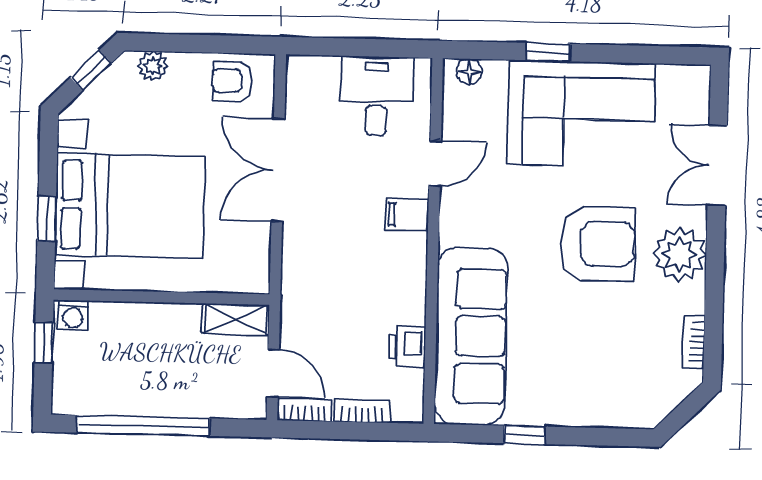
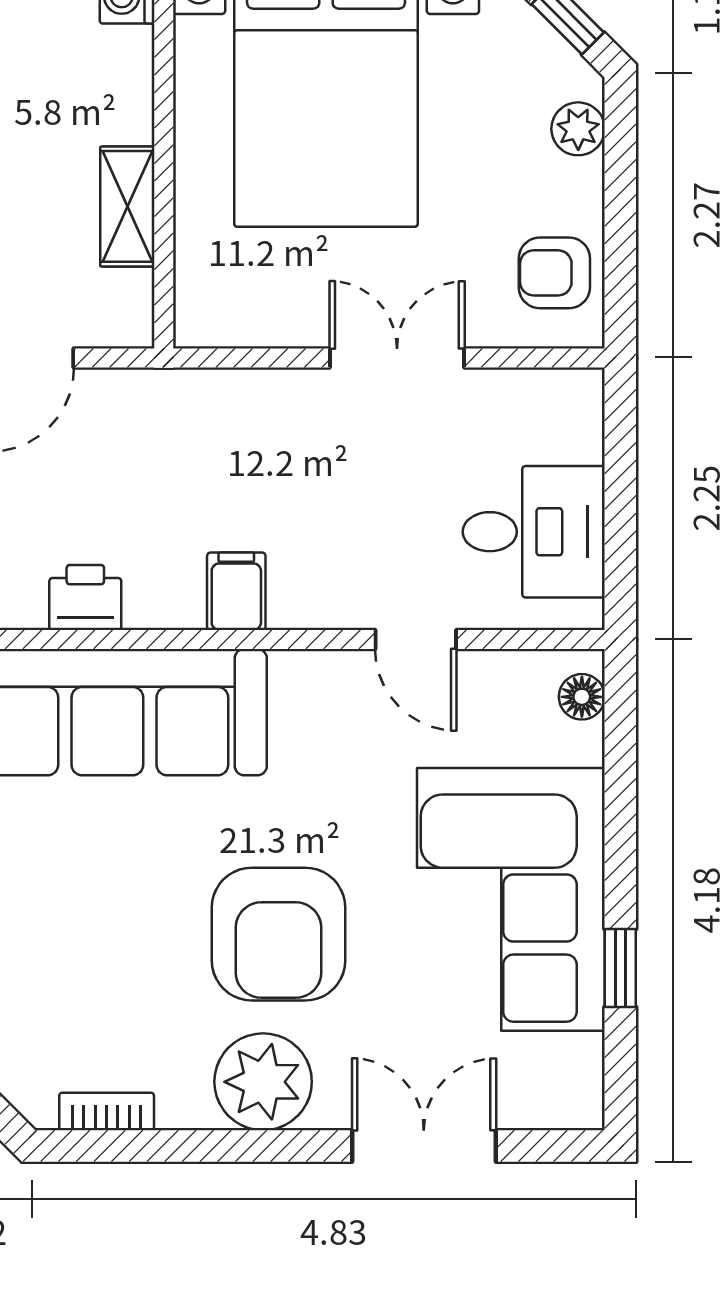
window: (548, 52) -> (620, 968), moved
armchair: (233, 81) -> (554, 273), turned -90
double door: (278, 170) -> (397, 358), width x0.73
filing cabinet: (407, 215) -> (236, 591), moved
shelving: (236, 319) -> (127, 206), moved

